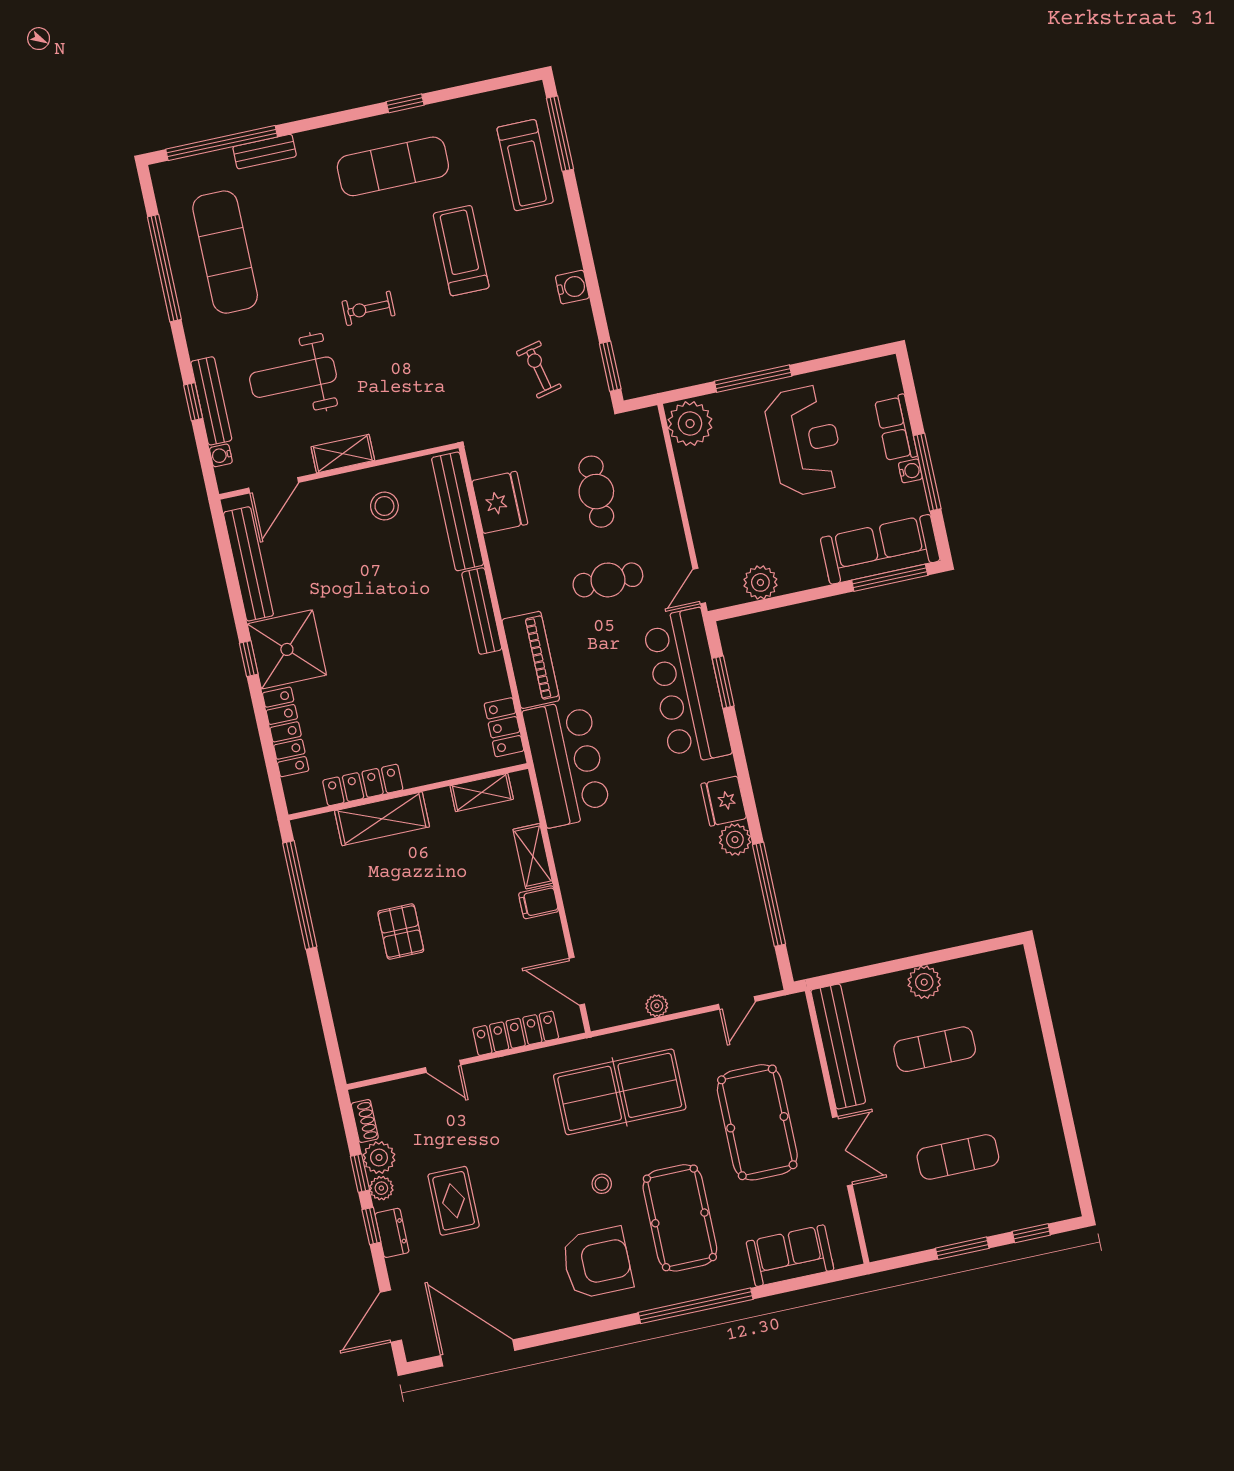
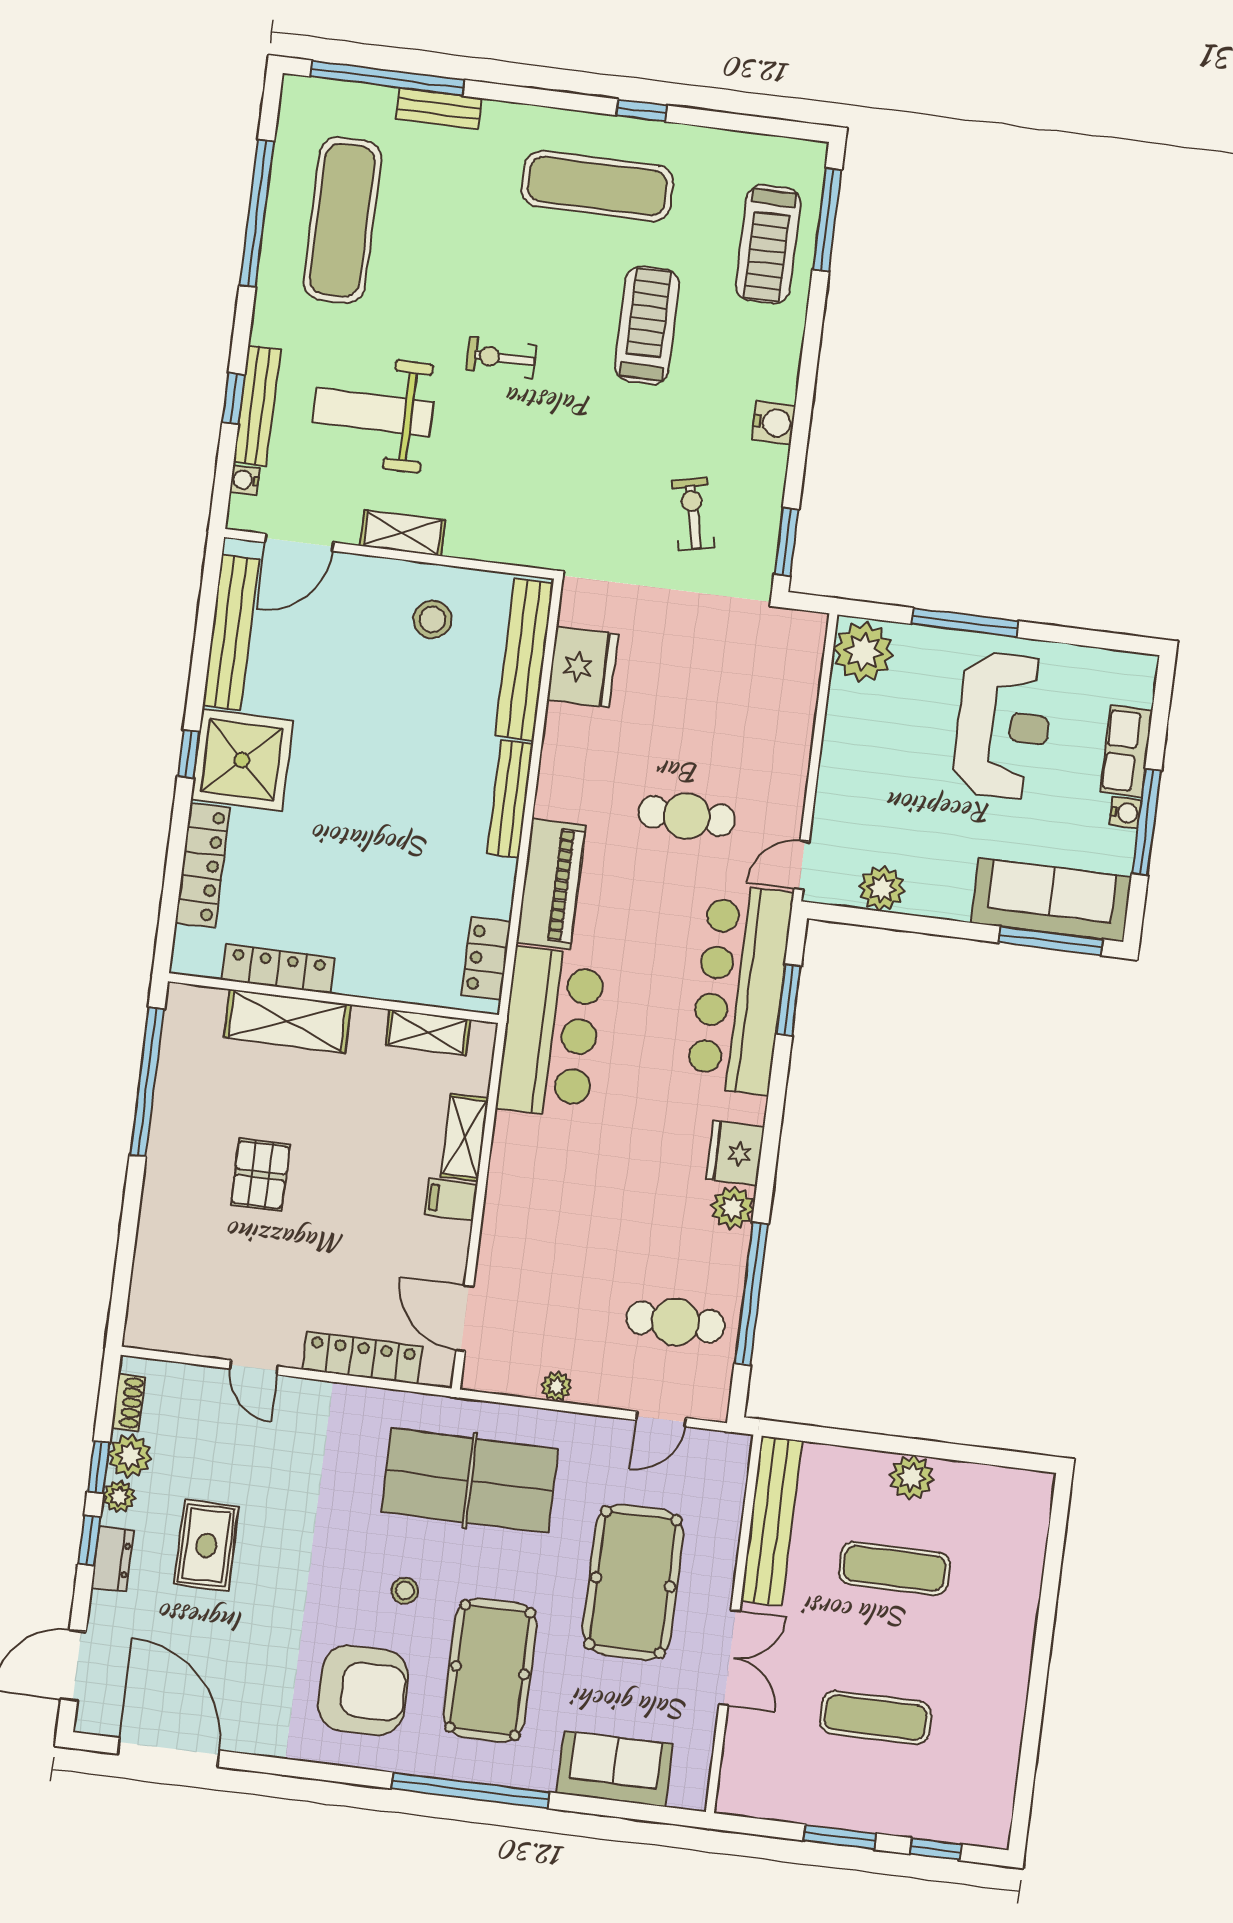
cafe table: (596, 492) -> (675, 1322), moved, turned 90

